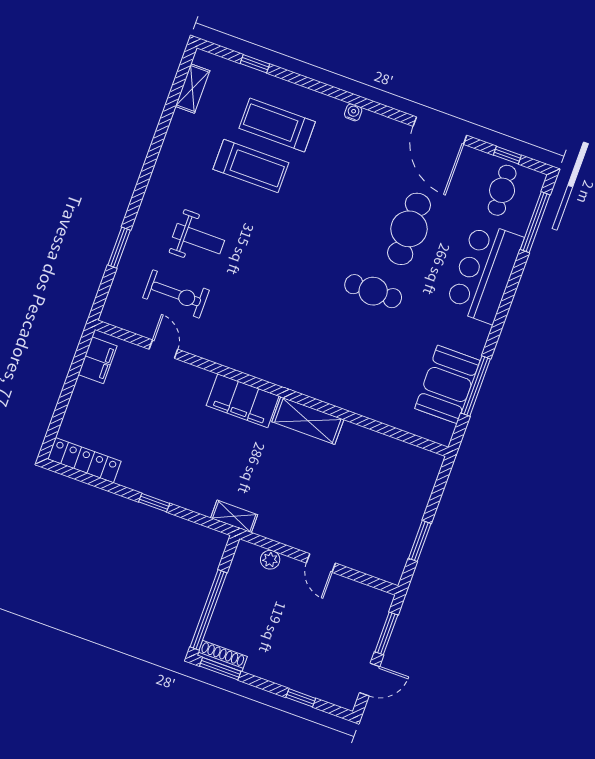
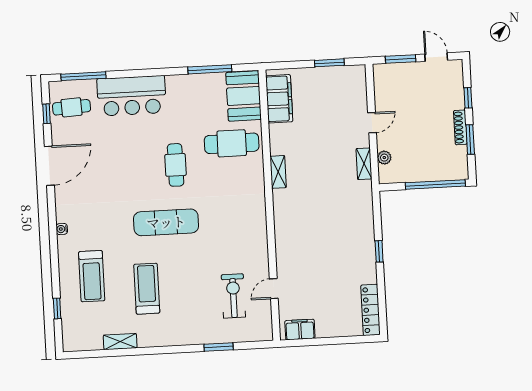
shelving: (193, 88) -> (120, 342), moved
treadmill: (251, 166) -> (147, 289), moved
cafe table: (409, 229) -> (232, 143), moved
weight bench: (198, 239) -> (190, 297), removed
exercise mat: (305, 248) -> (166, 222), added
booth: (447, 384) -> (244, 96), moved, turned 90
filing cabinet: (243, 401) -> (279, 99), moved
shelving: (308, 421) -> (278, 172), width x0.67, depth x0.75
shelving: (234, 516) -> (364, 164), moved
shoe rack: (222, 656) -> (460, 127), moved
window: (220, 669) -> (470, 140), moved

